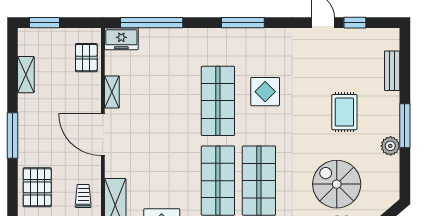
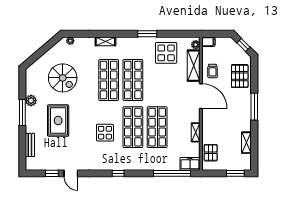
window: (243, 23) -> (118, 173), width x0.46
shop shelf: (177, 101) -> (157, 127), added
rug: (344, 112) -> (58, 121), width x1.36, depth x1.43
door: (103, 135) -> (201, 96), moved

